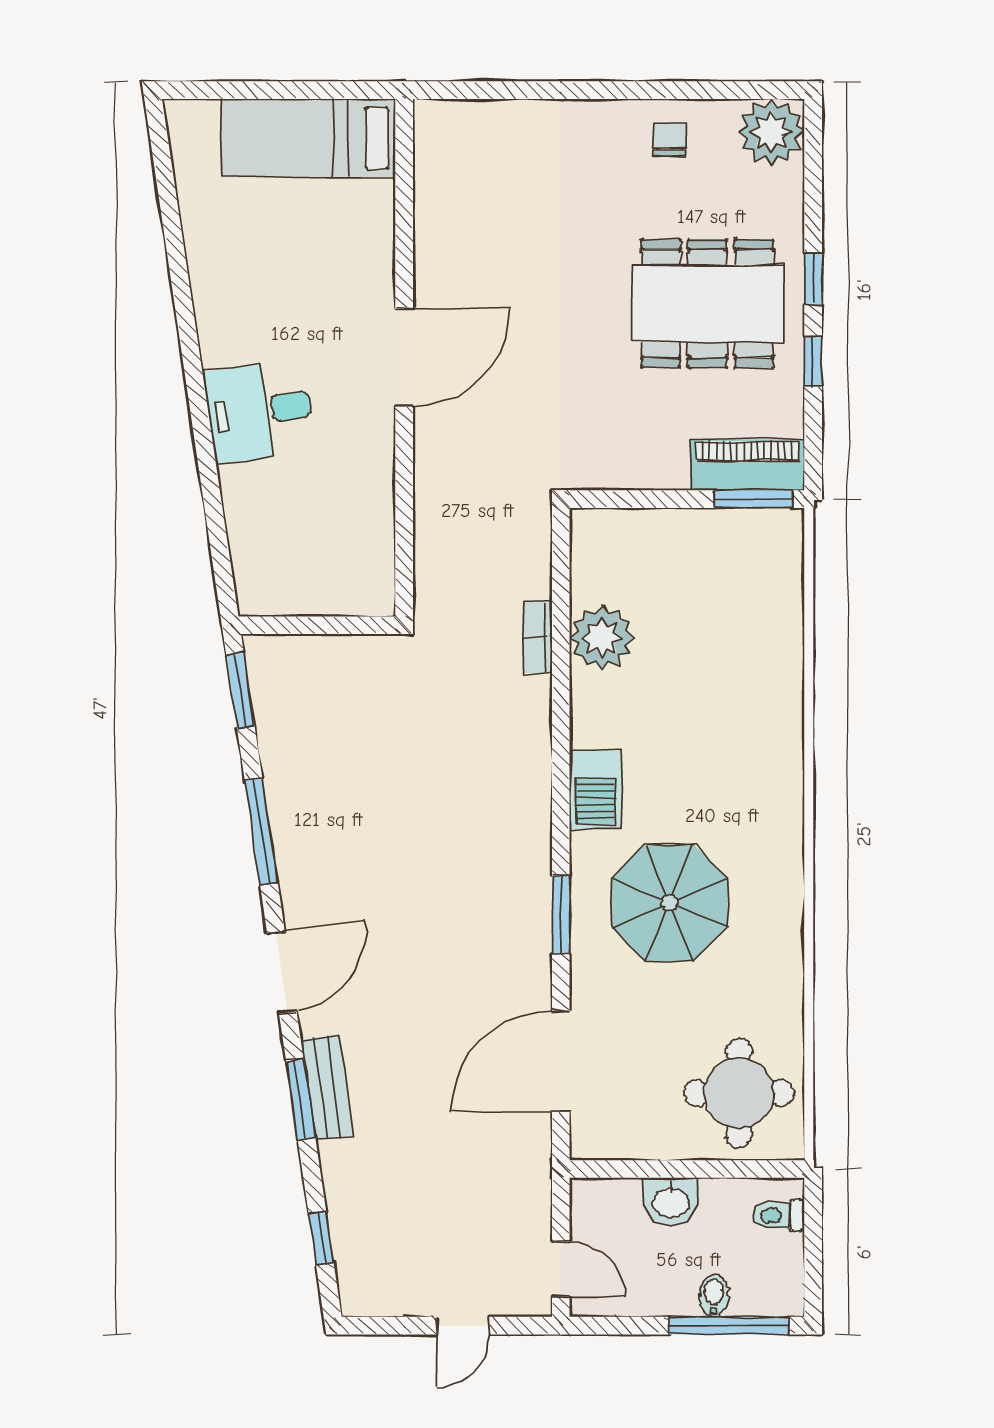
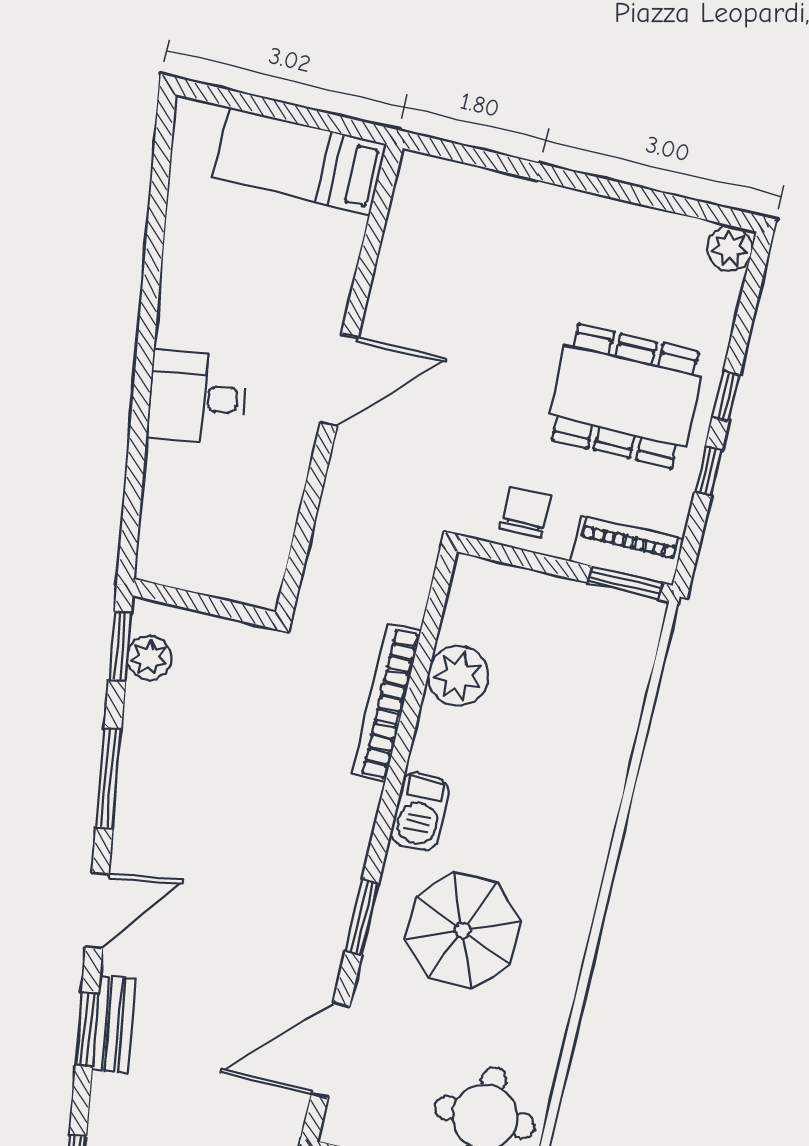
plant: (771, 132) -> (730, 248), width x0.73, depth x0.73
chair: (669, 139) -> (526, 512), moved, width x1.37, depth x1.37
bookcase: (538, 637) -> (386, 703), width x2.31, depth x1.31
plant: (274, 695) -> (149, 658), added

